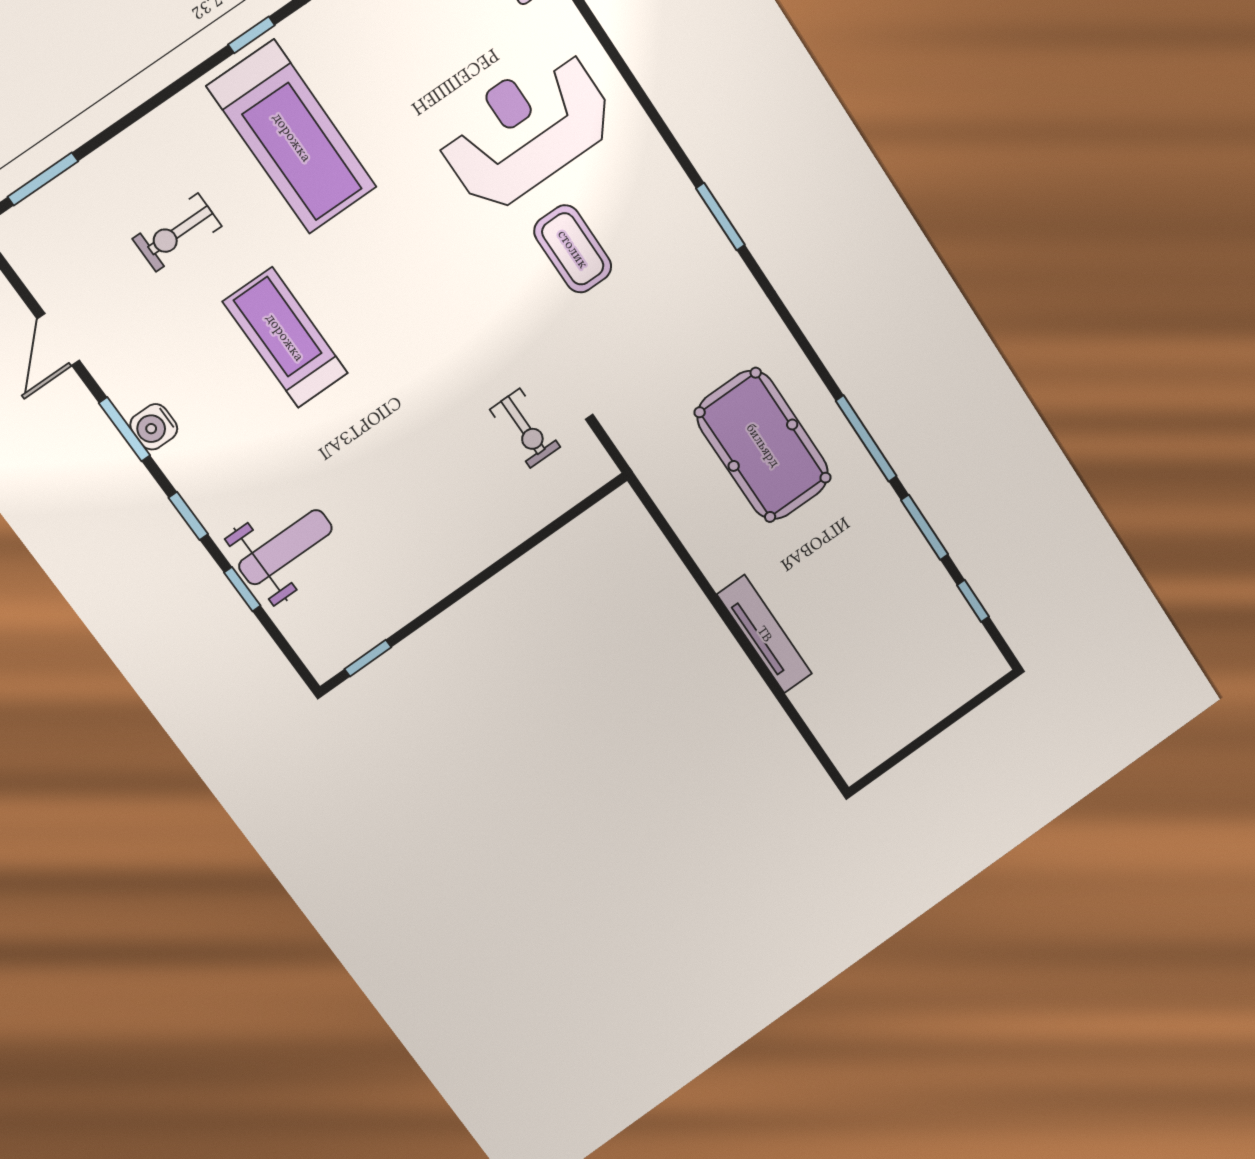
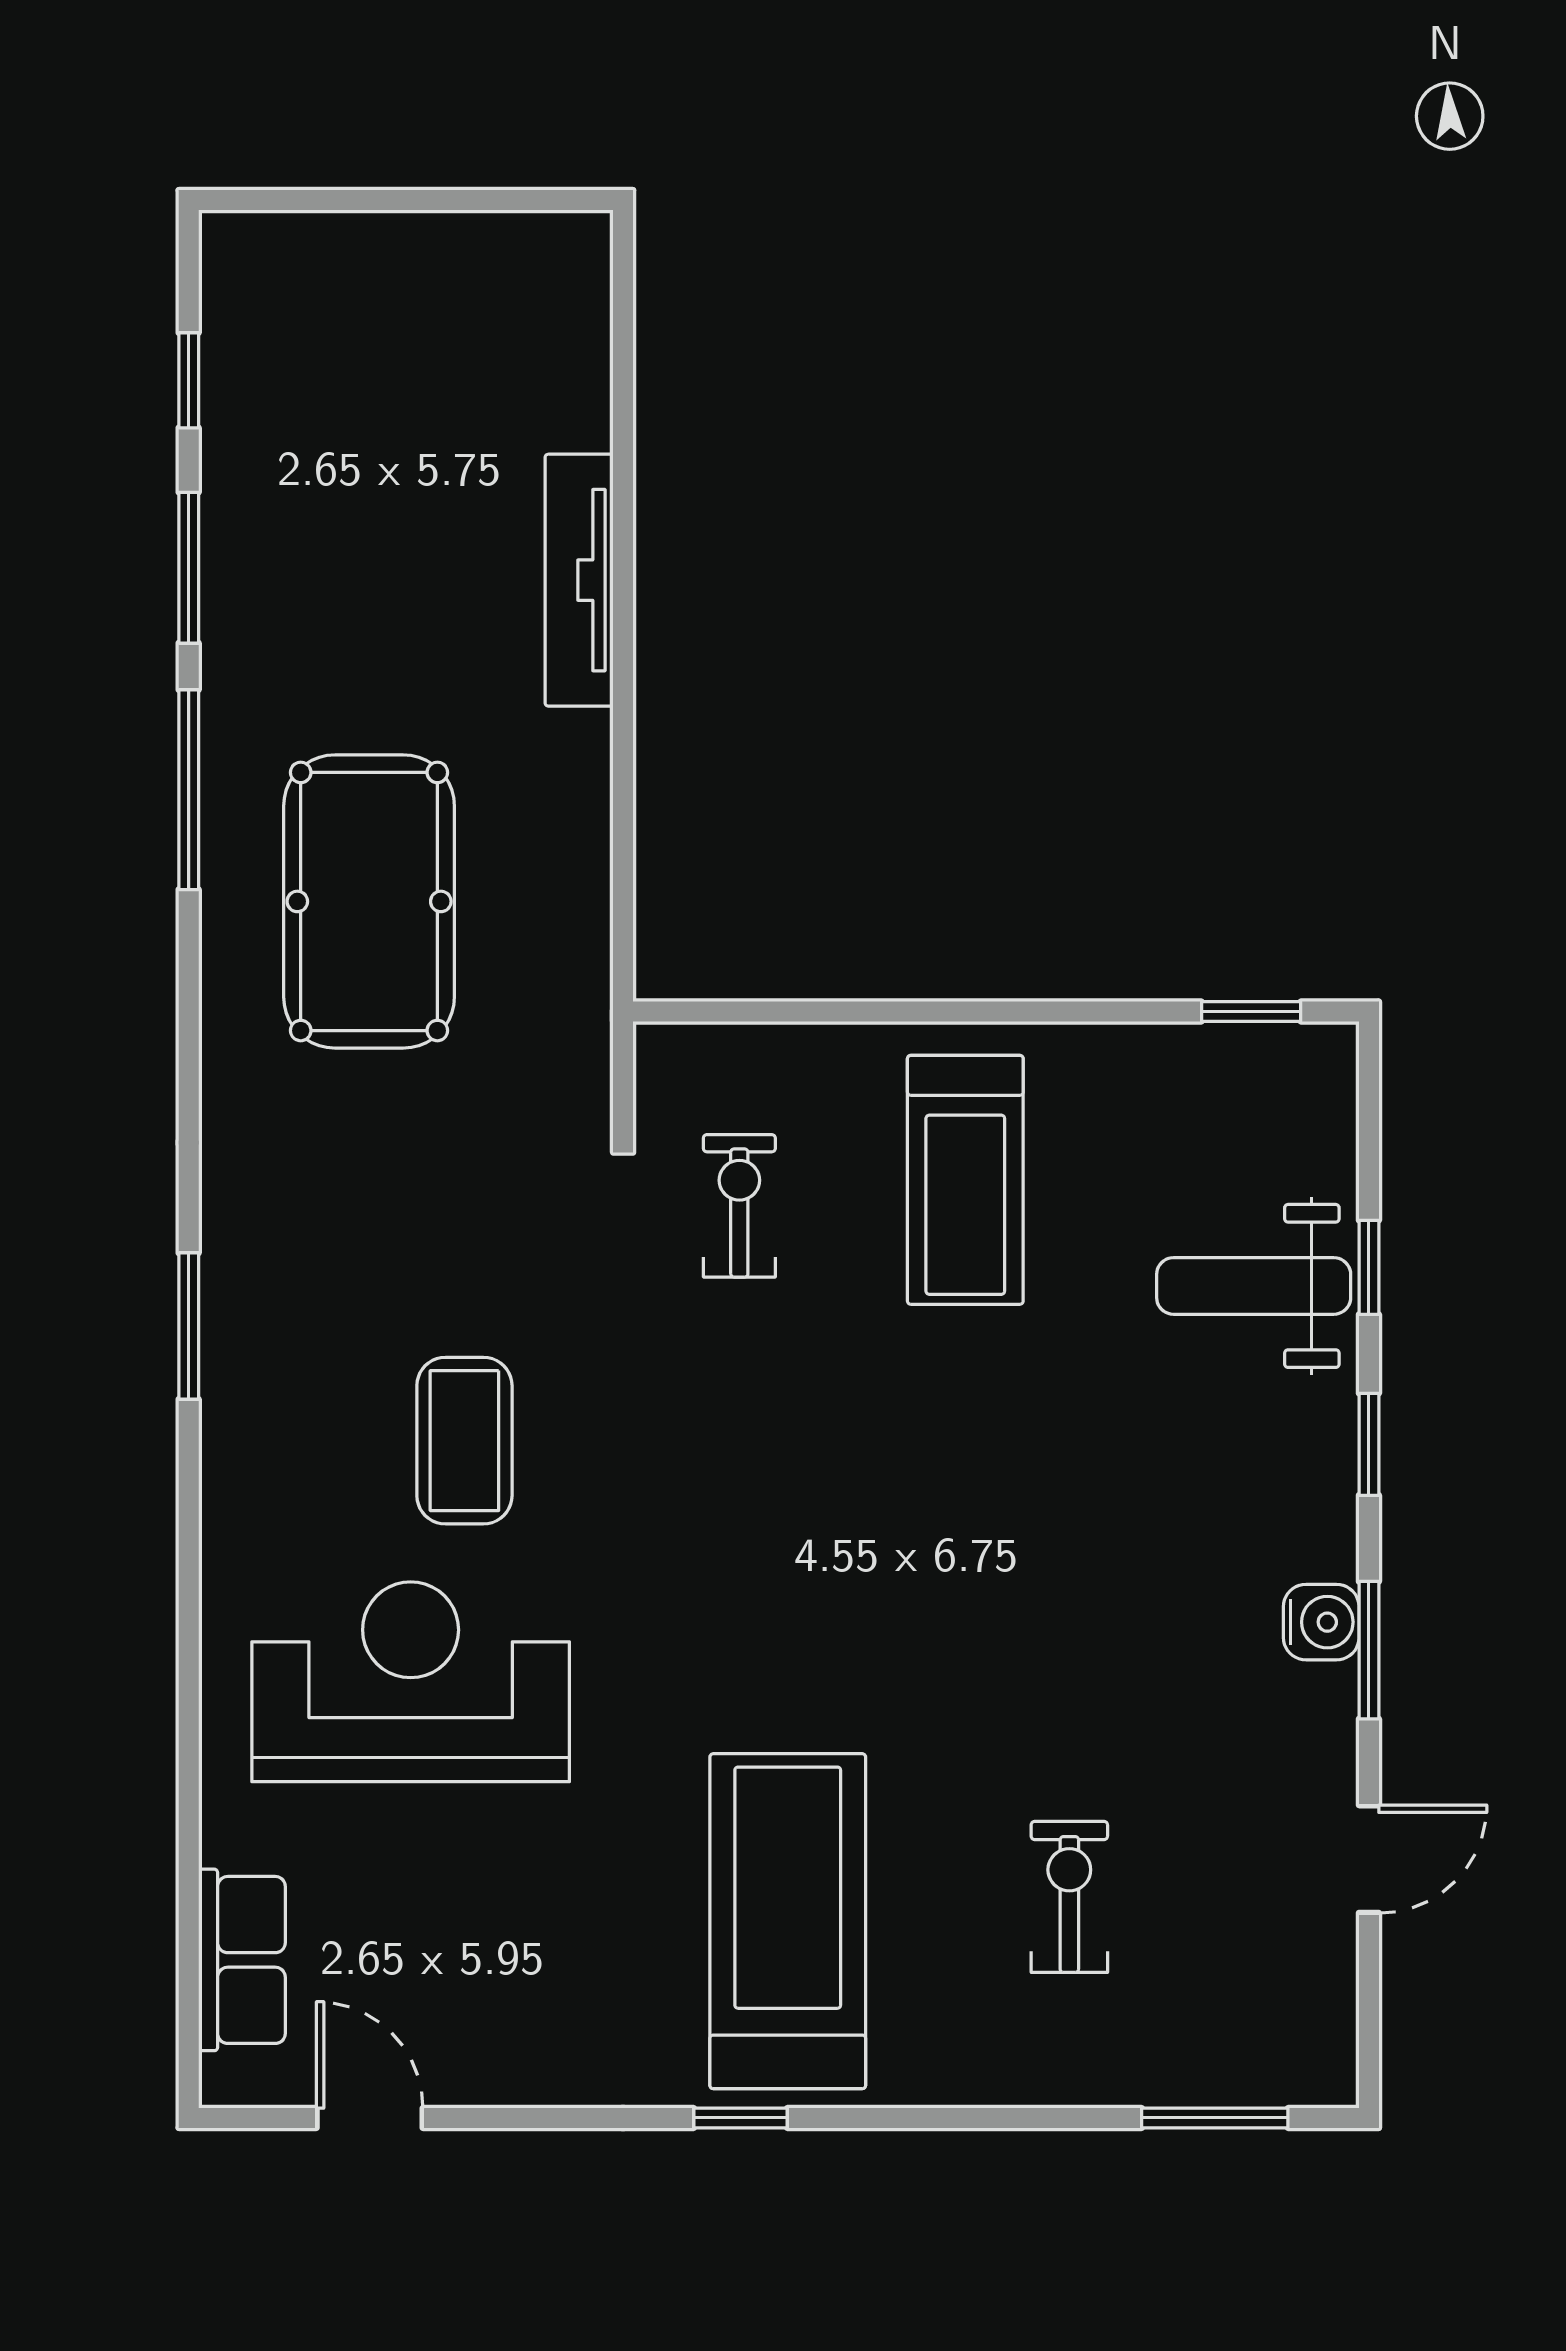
reception desk: (526, 129) -> (411, 1682), turned 180
exercise bike: (177, 232) -> (1069, 1897), turned -90
treadmill: (285, 337) -> (965, 1180), moved

